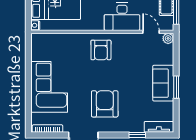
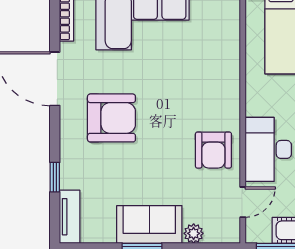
plant: (168, 38) -> (194, 233), moved
armchair: (101, 50) -> (213, 150), moved, turned -90

